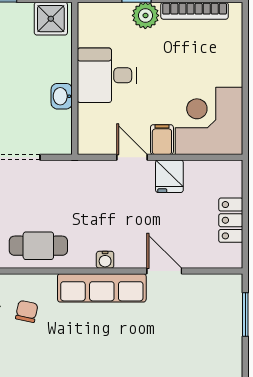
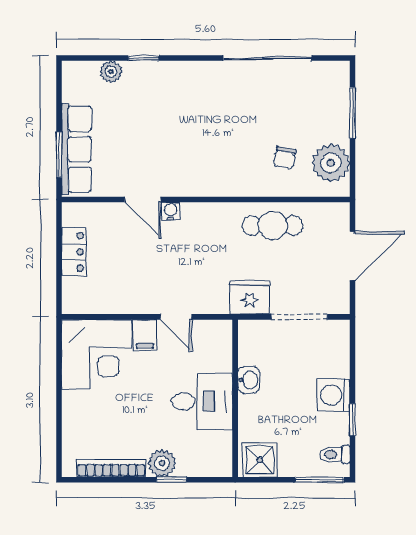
fridge: (169, 176) -> (250, 297), moved, width x1.38
water cooler: (105, 260) -> (171, 211), moved
row of seats: (102, 288) -> (76, 149), moved, turned 90

